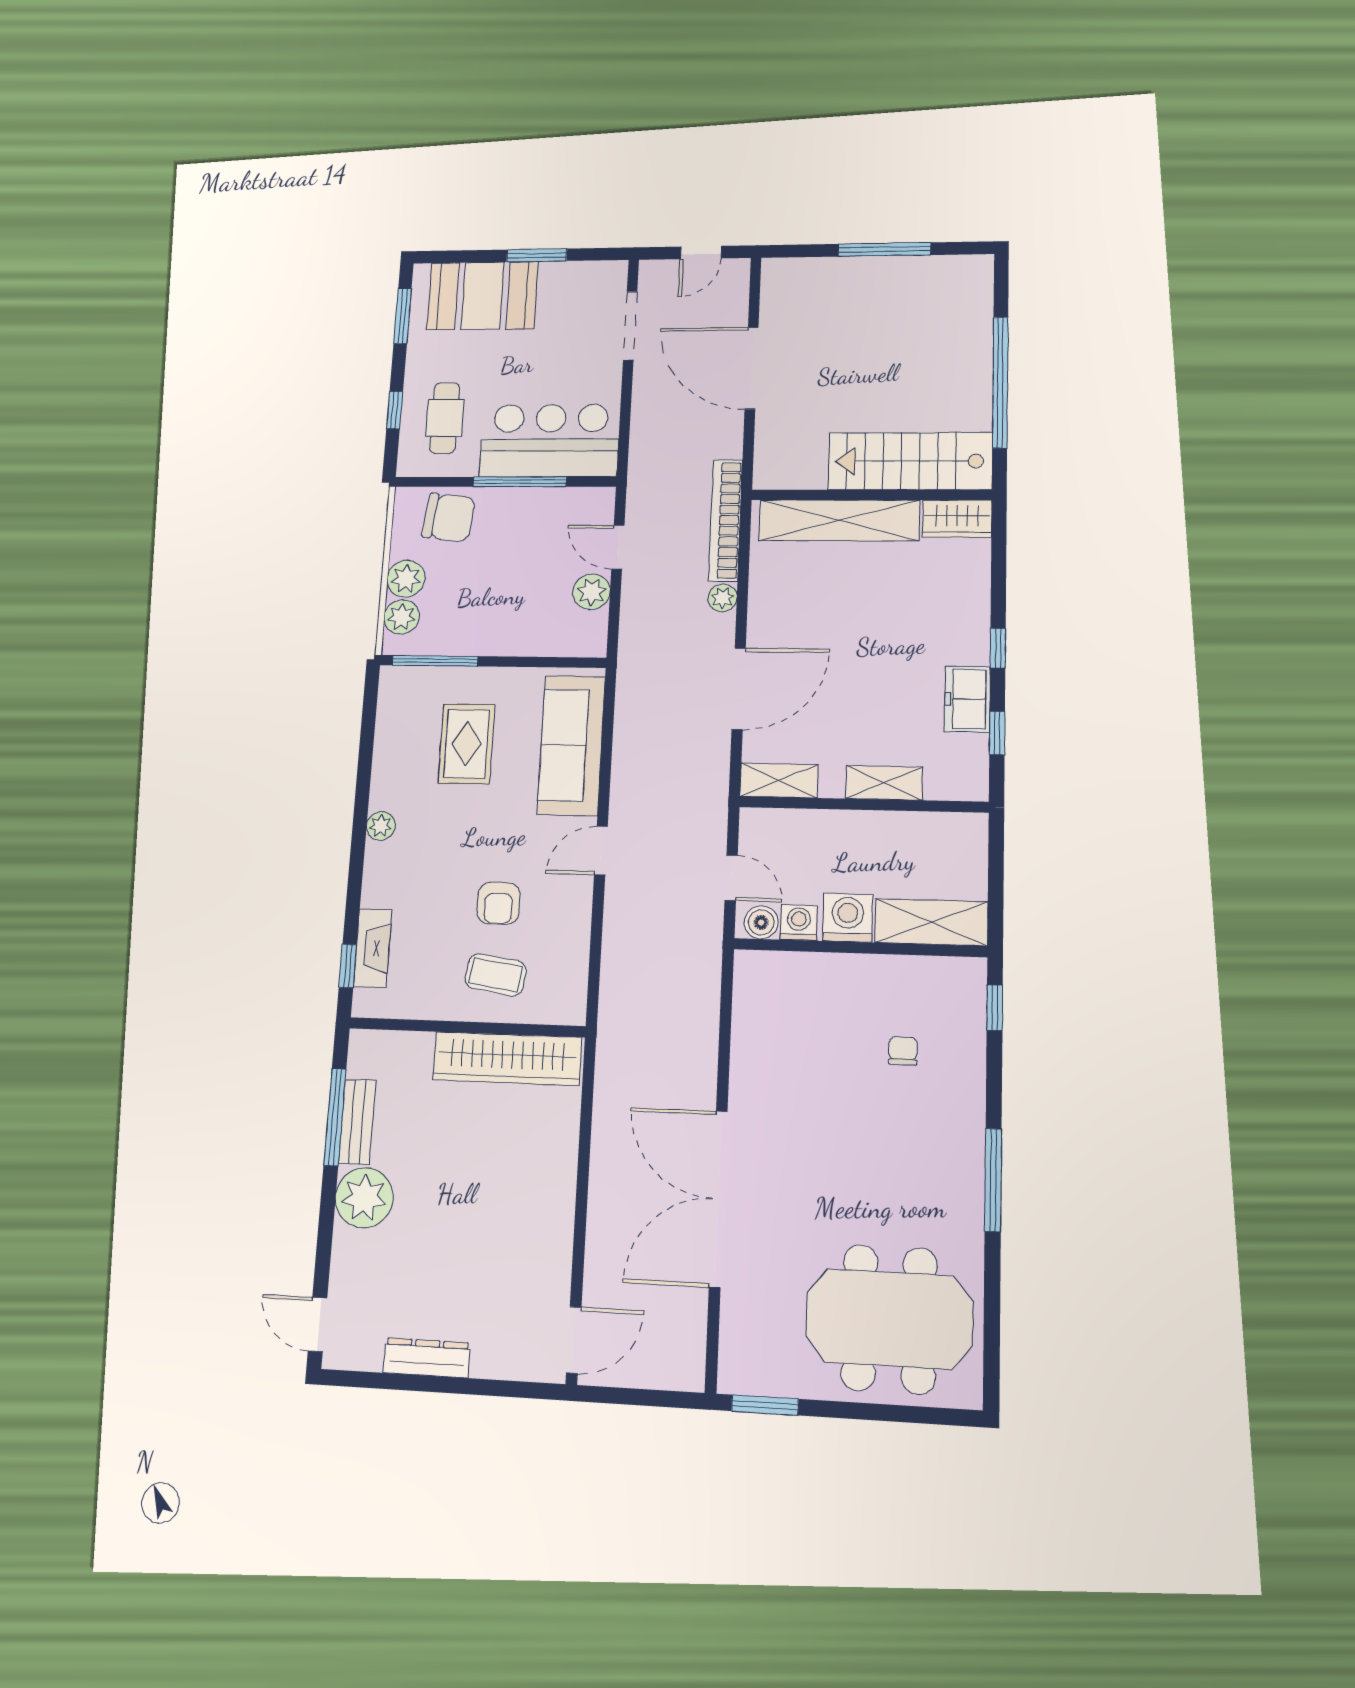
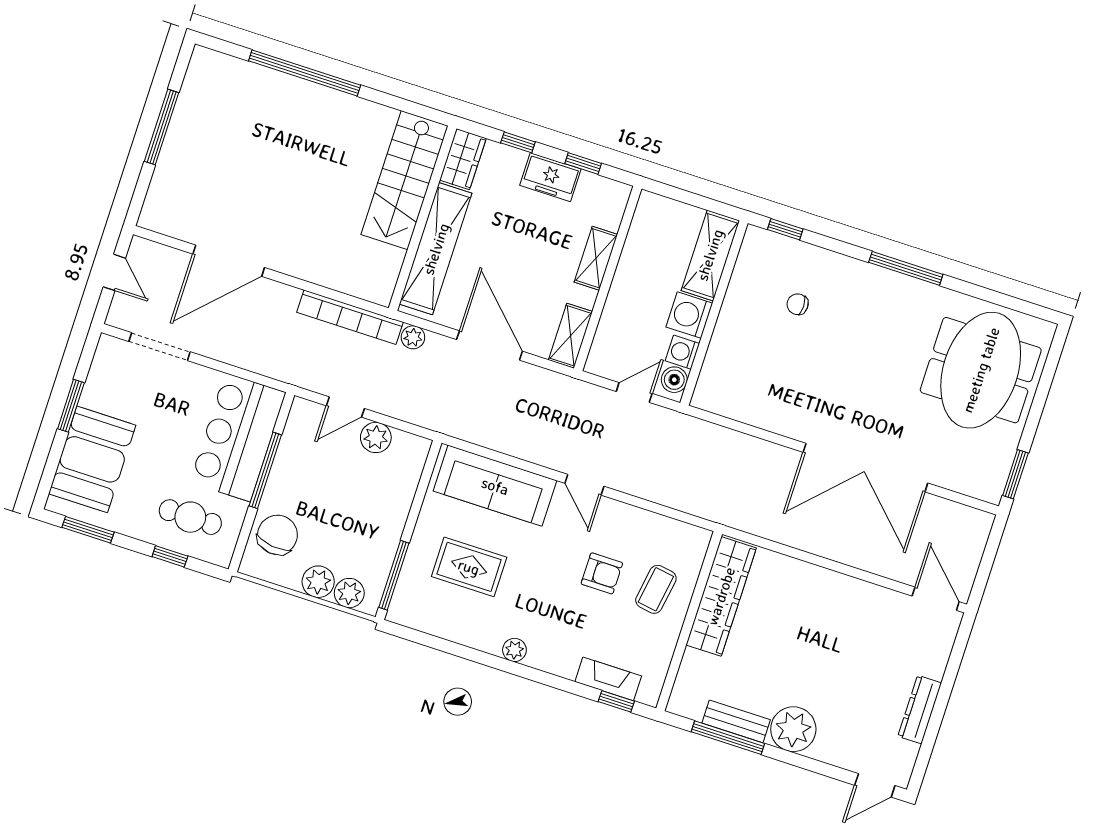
stairs: (910, 461) -> (405, 180), moved
wall: (871, 495) -> (423, 218), moved
wardrobe: (957, 519) -> (463, 159), moved
shelving: (839, 520) -> (436, 249), moved

